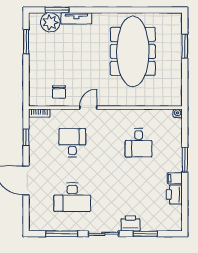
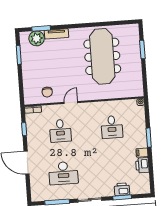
desk: (72, 143) -> (60, 131), turned 180
printer: (131, 223) -> (122, 189), moved

